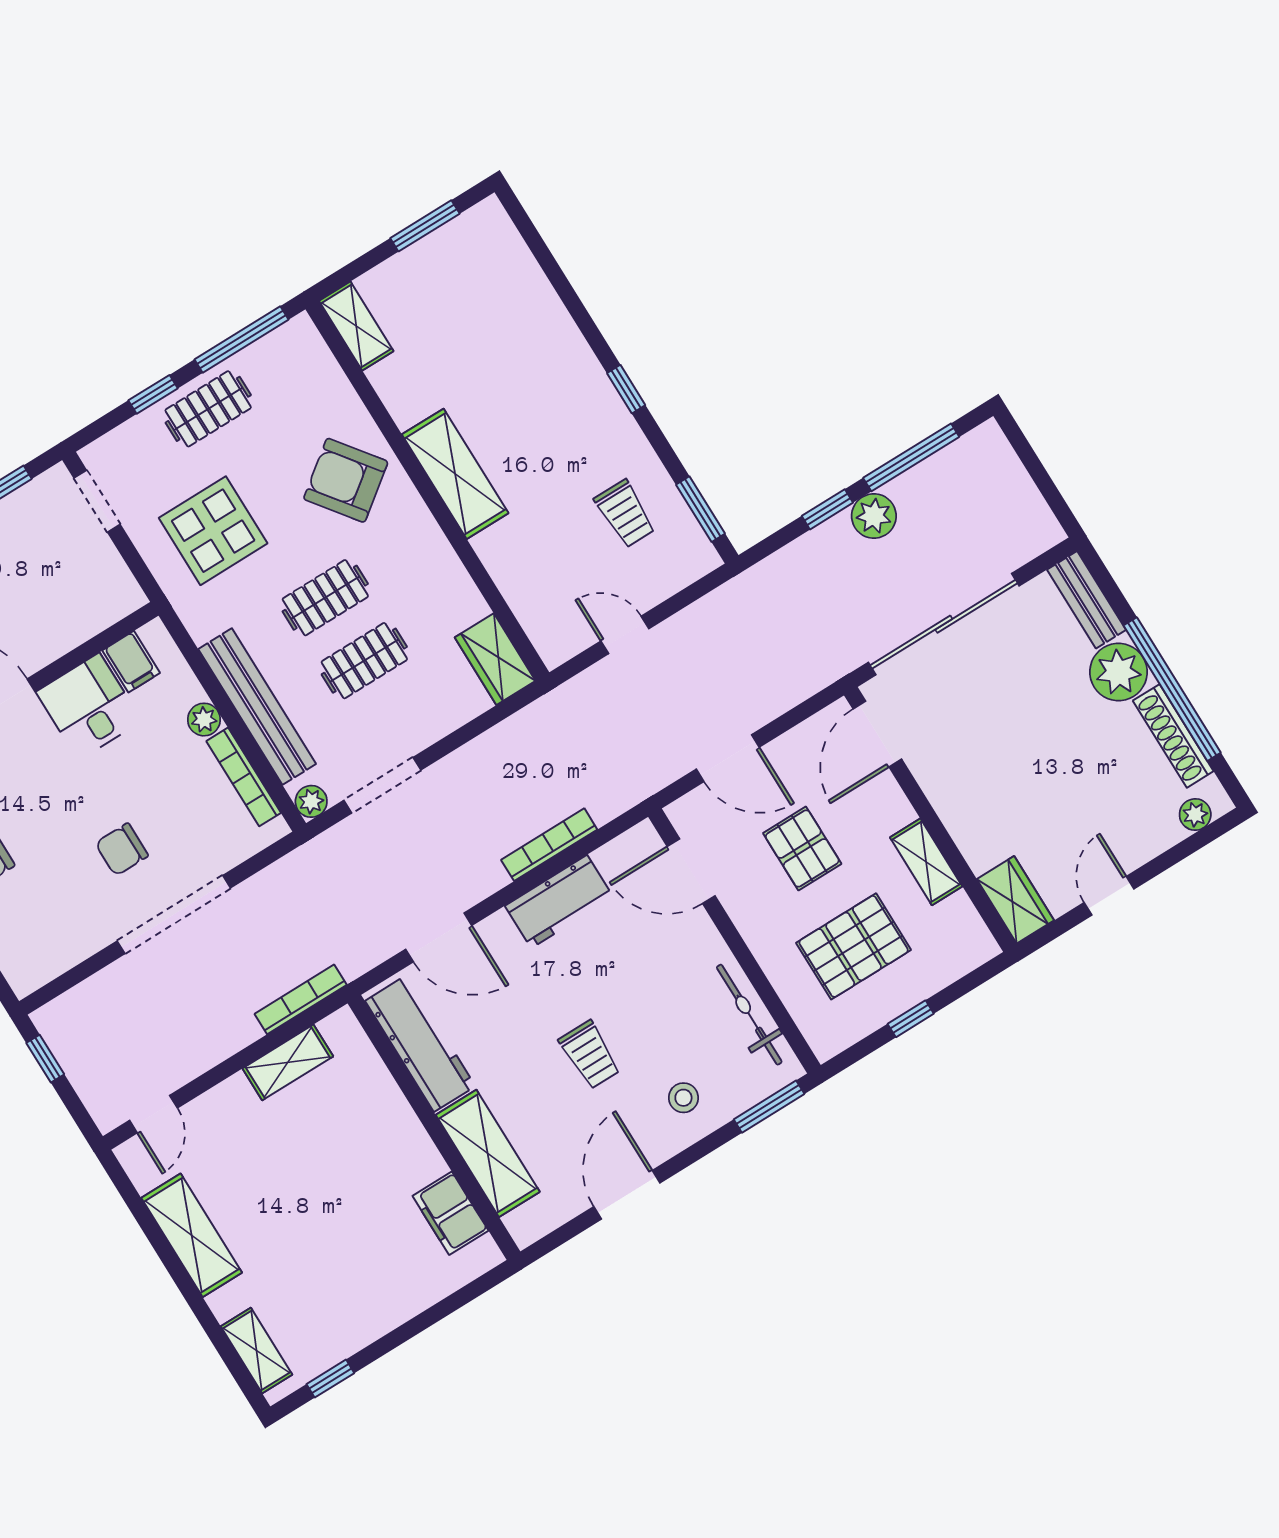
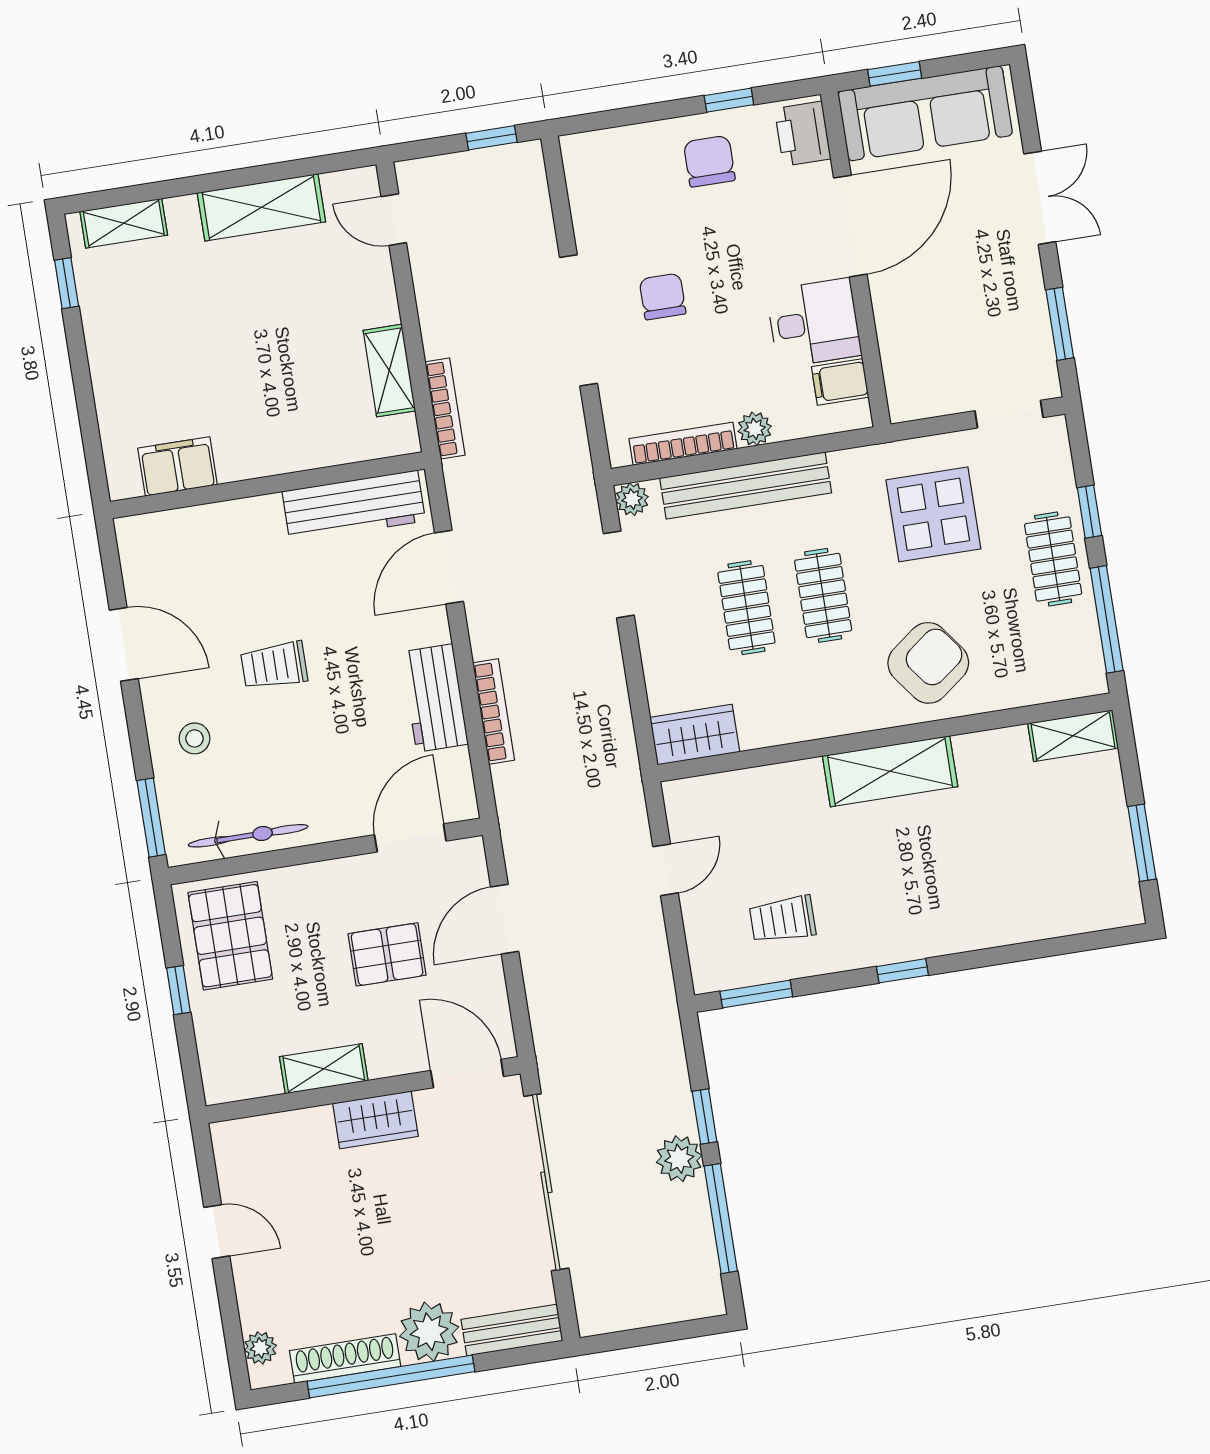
wardrobe: (1015, 900) -> (375, 1120), moved
pallet: (854, 946) -> (230, 936), moved
shelving: (488, 1153) -> (220, 527), removed

